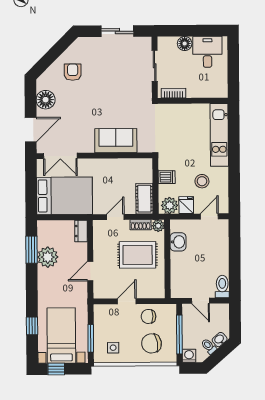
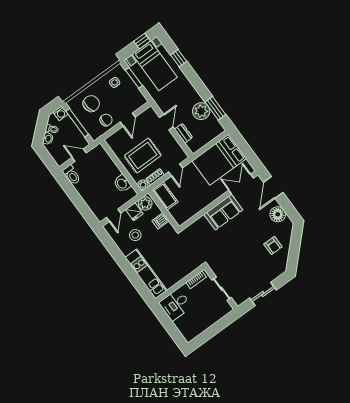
floor lamp: (185, 44) -> (212, 318), removed
desk: (207, 52) -> (175, 305), moved, turned 90
sofa: (116, 141) -> (223, 212), moved
dresser: (81, 231) -> (183, 133), moved

